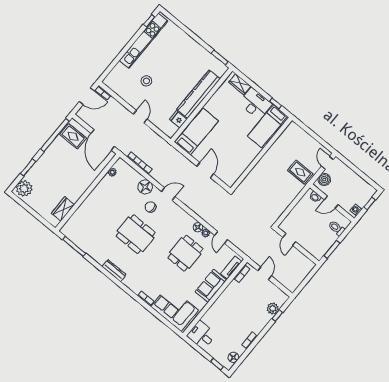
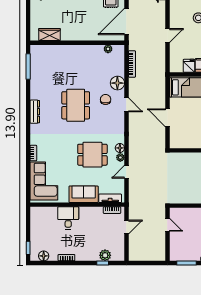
door: (205, 170) -> (167, 118), swing flipped
door: (289, 240) -> (167, 225), swing flipped
desk: (201, 335) -> (68, 218), moved

